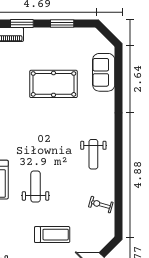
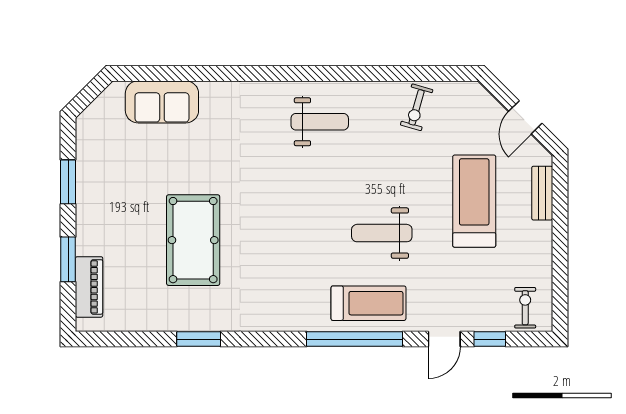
pool table: (53, 84) -> (193, 240), moved
treadmill: (52, 235) -> (474, 201), width x1.37, depth x1.38

